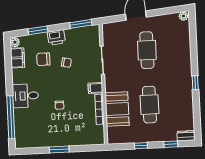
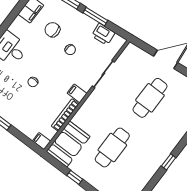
window: (81, 24) -> (95, 17), moved
printer: (56, 37) -> (103, 34), moved
booth: (117, 109) -> (68, 144), moved
filing cabinet: (98, 140) -> (42, 141), added

